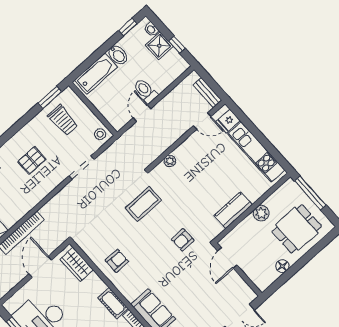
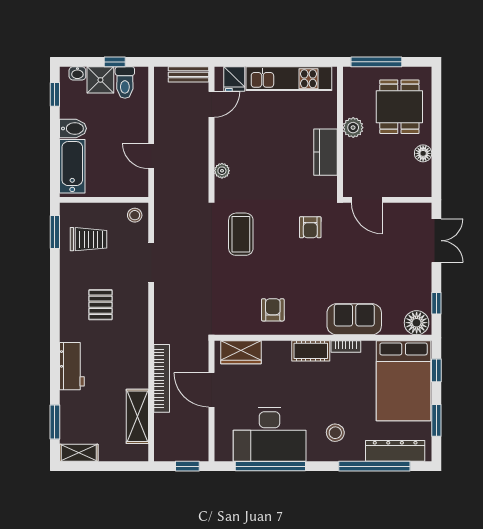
toilet: (146, 91) -> (125, 83), moved, turned -90

